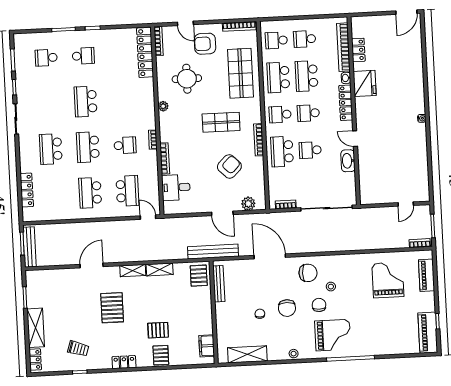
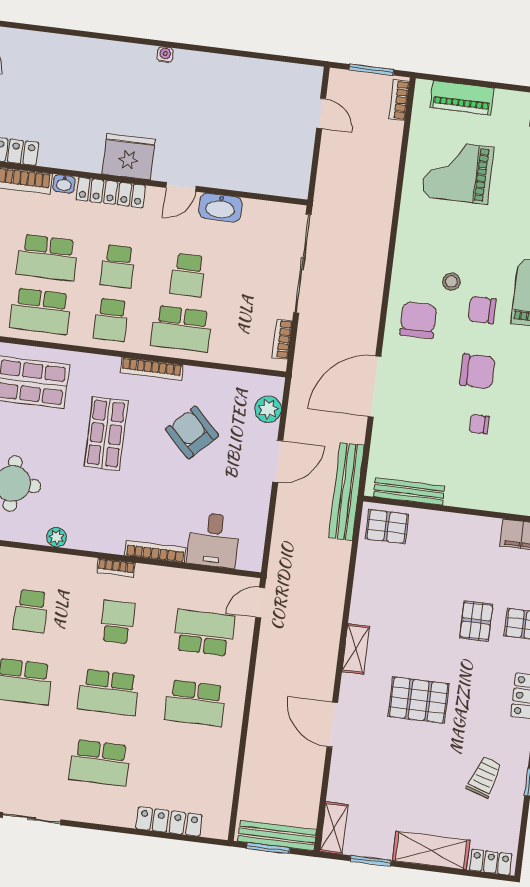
fridge: (365, 83) -> (129, 157), moved
school desk: (123, 100) -> (31, 611), added
shelving: (160, 269) -> (334, 828), moved

